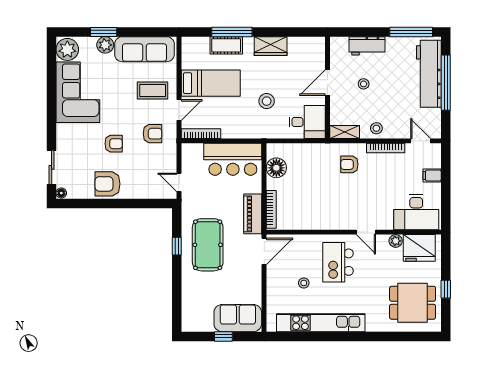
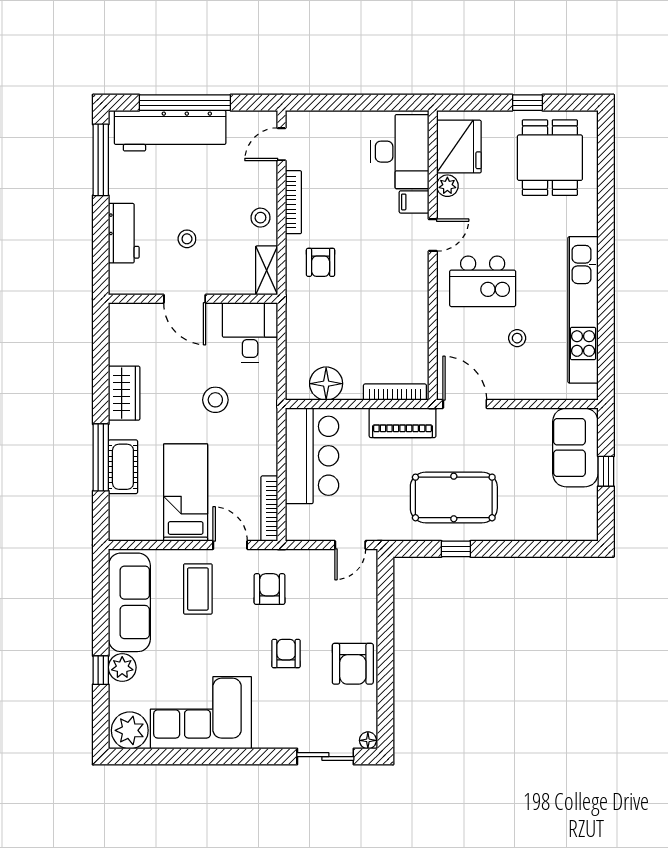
window: (104, 32) -> (101, 670), width x0.67
filing cabinet: (432, 175) -> (414, 202), moved, turned 90

